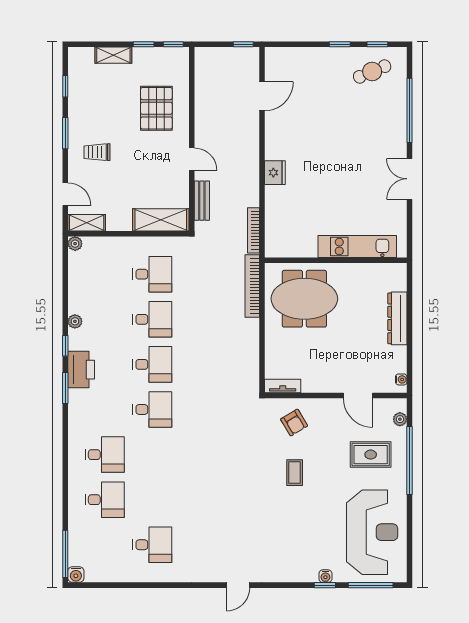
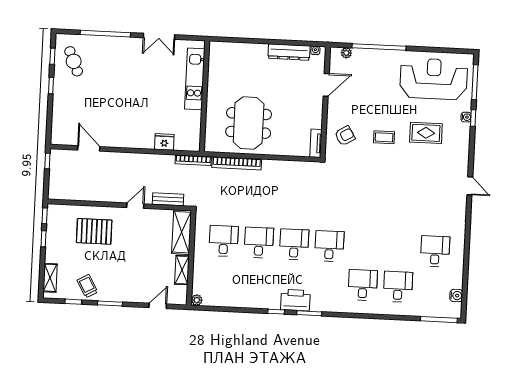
shelving: (113, 55) -> (50, 278), moved
trolley: (97, 152) -> (87, 286), moved, turned 151
fridge: (275, 173) -> (164, 142), moved
shelving: (87, 223) -> (182, 270), moved
kitchen unit: (357, 247) -> (195, 79), moved
wall: (336, 260) -> (205, 96), moved
dresser: (397, 318) -> (289, 52), moved
plant: (75, 321) -> (257, 303), removed
rug: (371, 455) -> (426, 133), moved, turned 90
water cooler: (76, 575) -> (456, 296), moved

